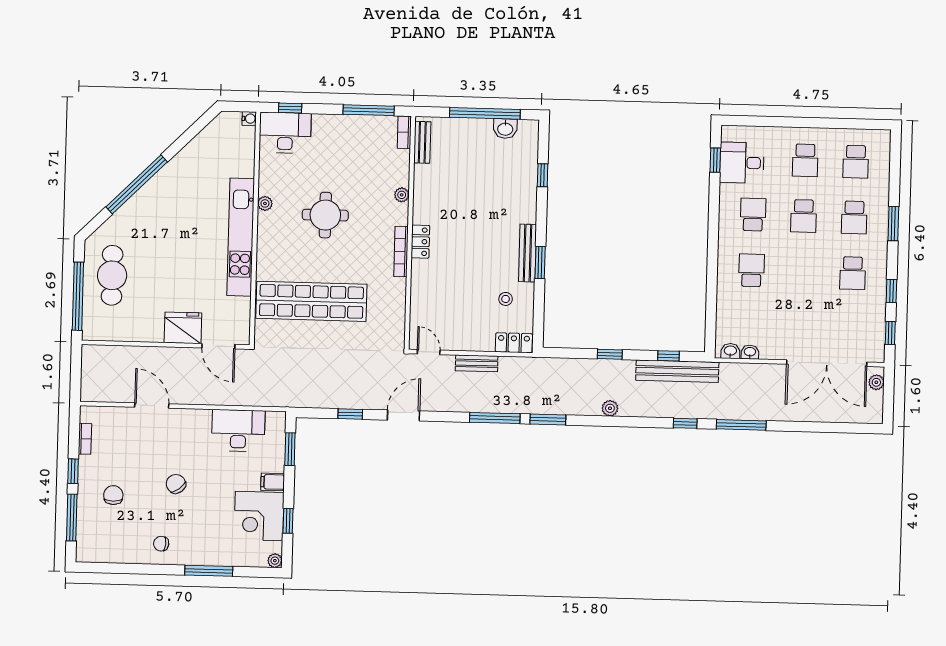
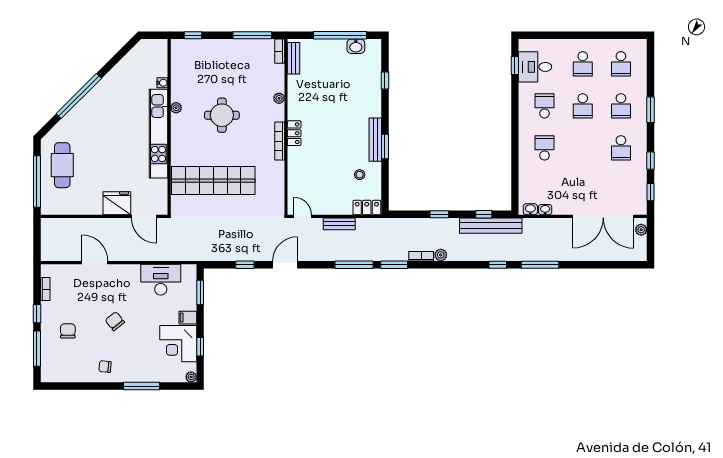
water cooler: (249, 119) -> (162, 83), moved
desk: (285, 133) -> (190, 54), removed
bookcase: (584, 409) -> (421, 256), added

